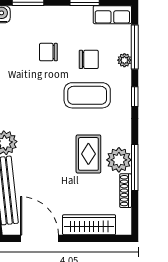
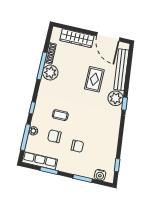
row of seats: (112, 15) -> (40, 161), width x1.48
coffee table: (87, 95) -> (60, 115), width x0.54, depth x0.58
rug: (88, 154) -> (94, 79), moved

